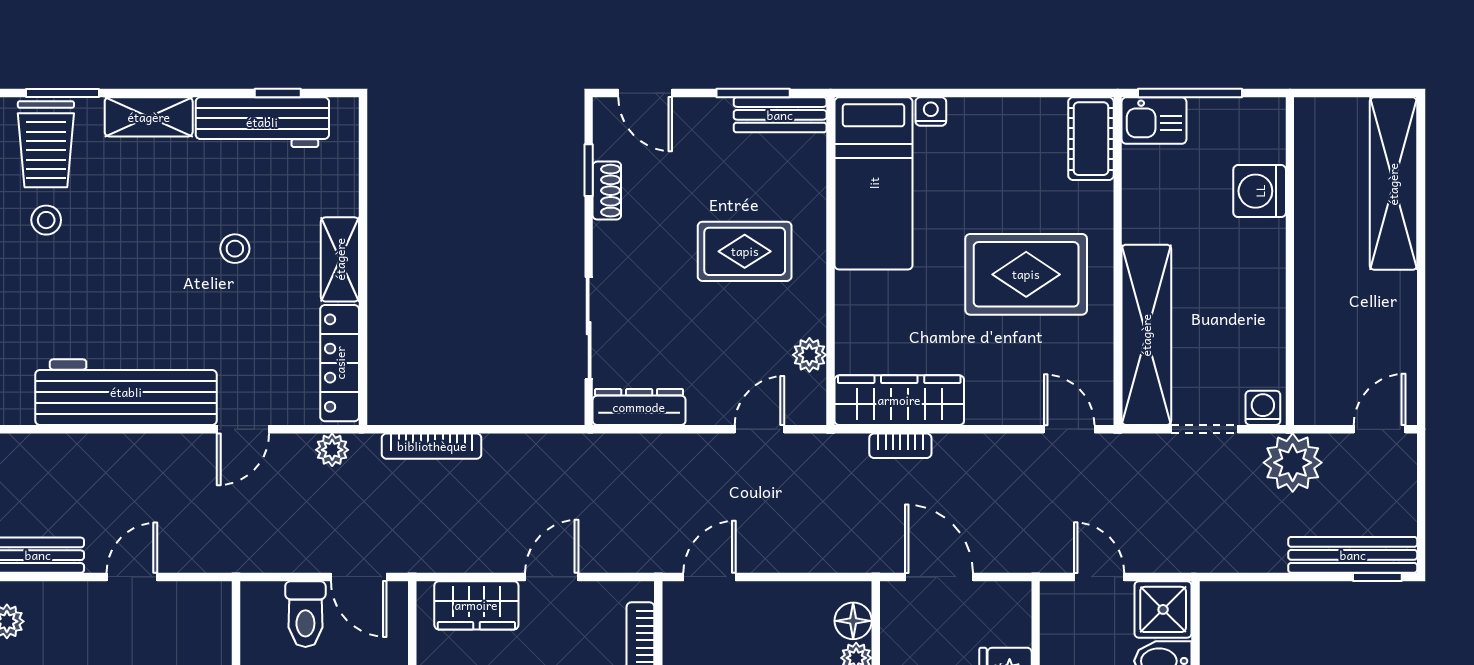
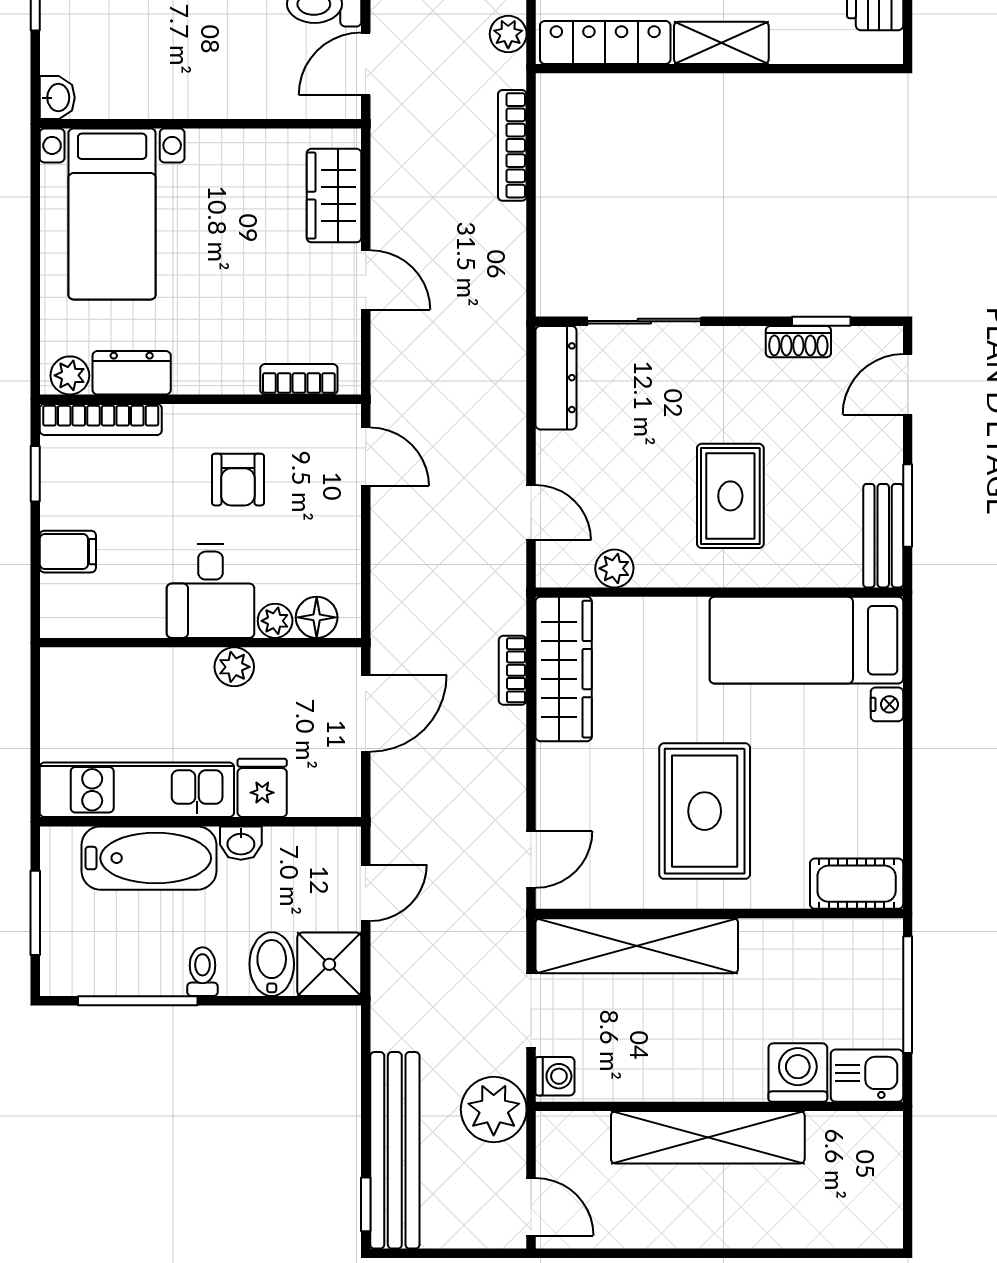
kitchen sink: (1154, 121) -> (867, 1076), moved, turned 90
shelving: (1393, 184) -> (708, 1137), moved
bench: (1353, 555) -> (395, 1150), width x1.37, depth x1.21

